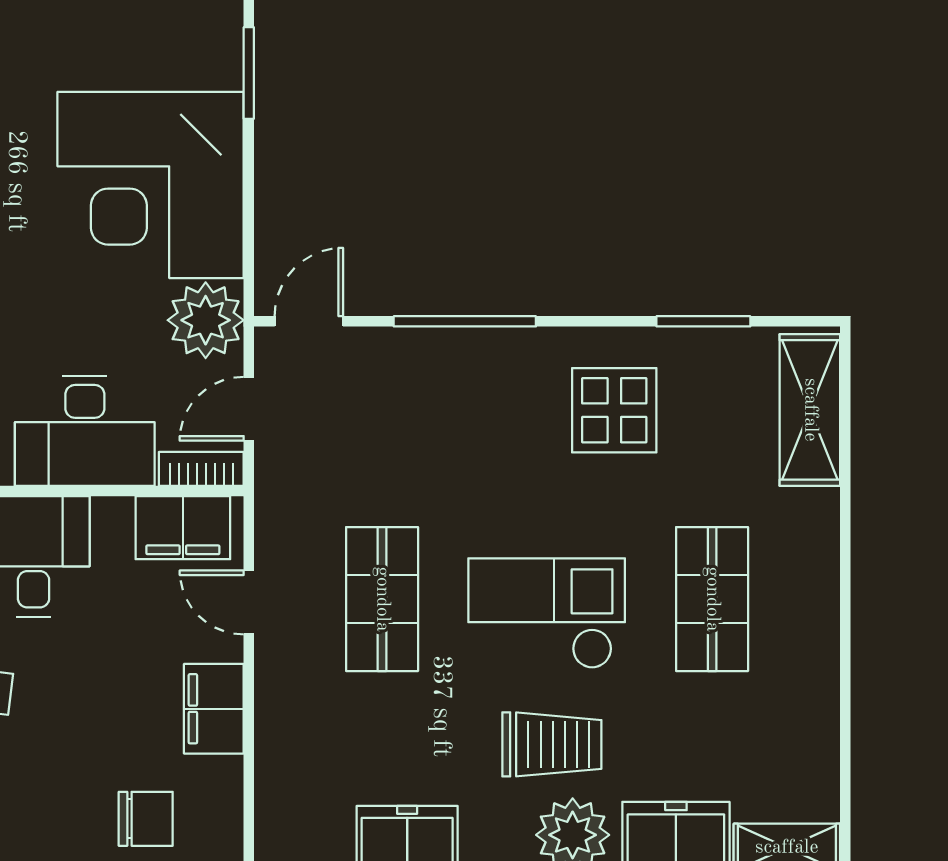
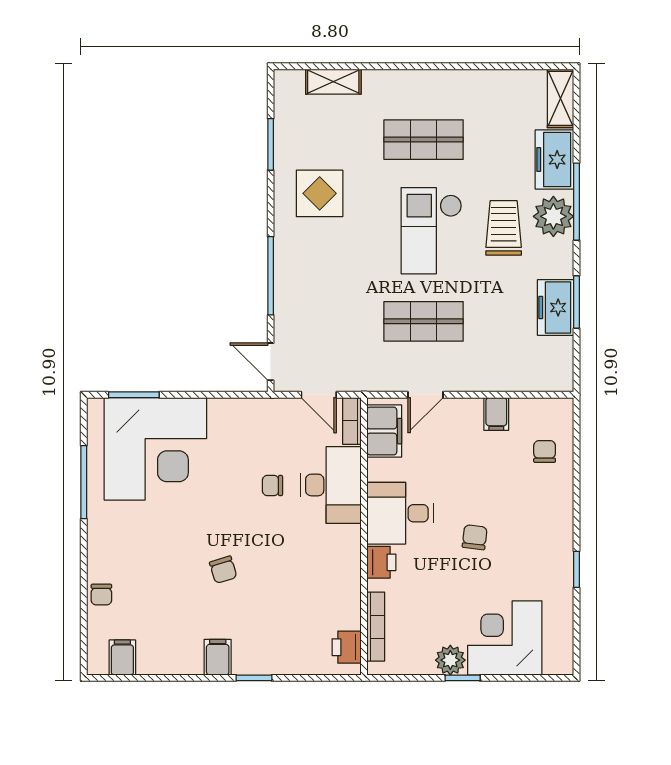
corner desk: (151, 185) -> (155, 449), moved
plant: (206, 320) -> (270, 419), removed
chair: (84, 325) -> (272, 486), added
shelving: (810, 410) -> (333, 82), width x0.67, depth x0.75
filing cabinet: (214, 709) -> (496, 414), width x0.50
chair: (146, 819) -> (545, 452), width x0.73, depth x0.73

